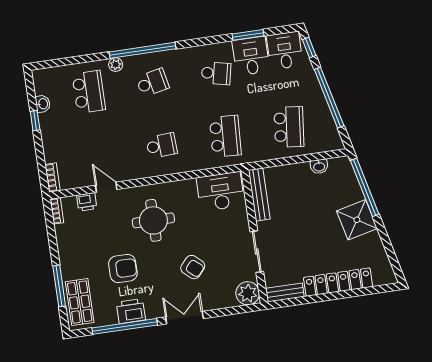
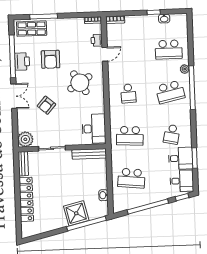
school desk: (152, 83) -> (170, 92), width x1.85
round table: (153, 220) -> (80, 83), turned -32
shower: (357, 220) -> (76, 213), moved

